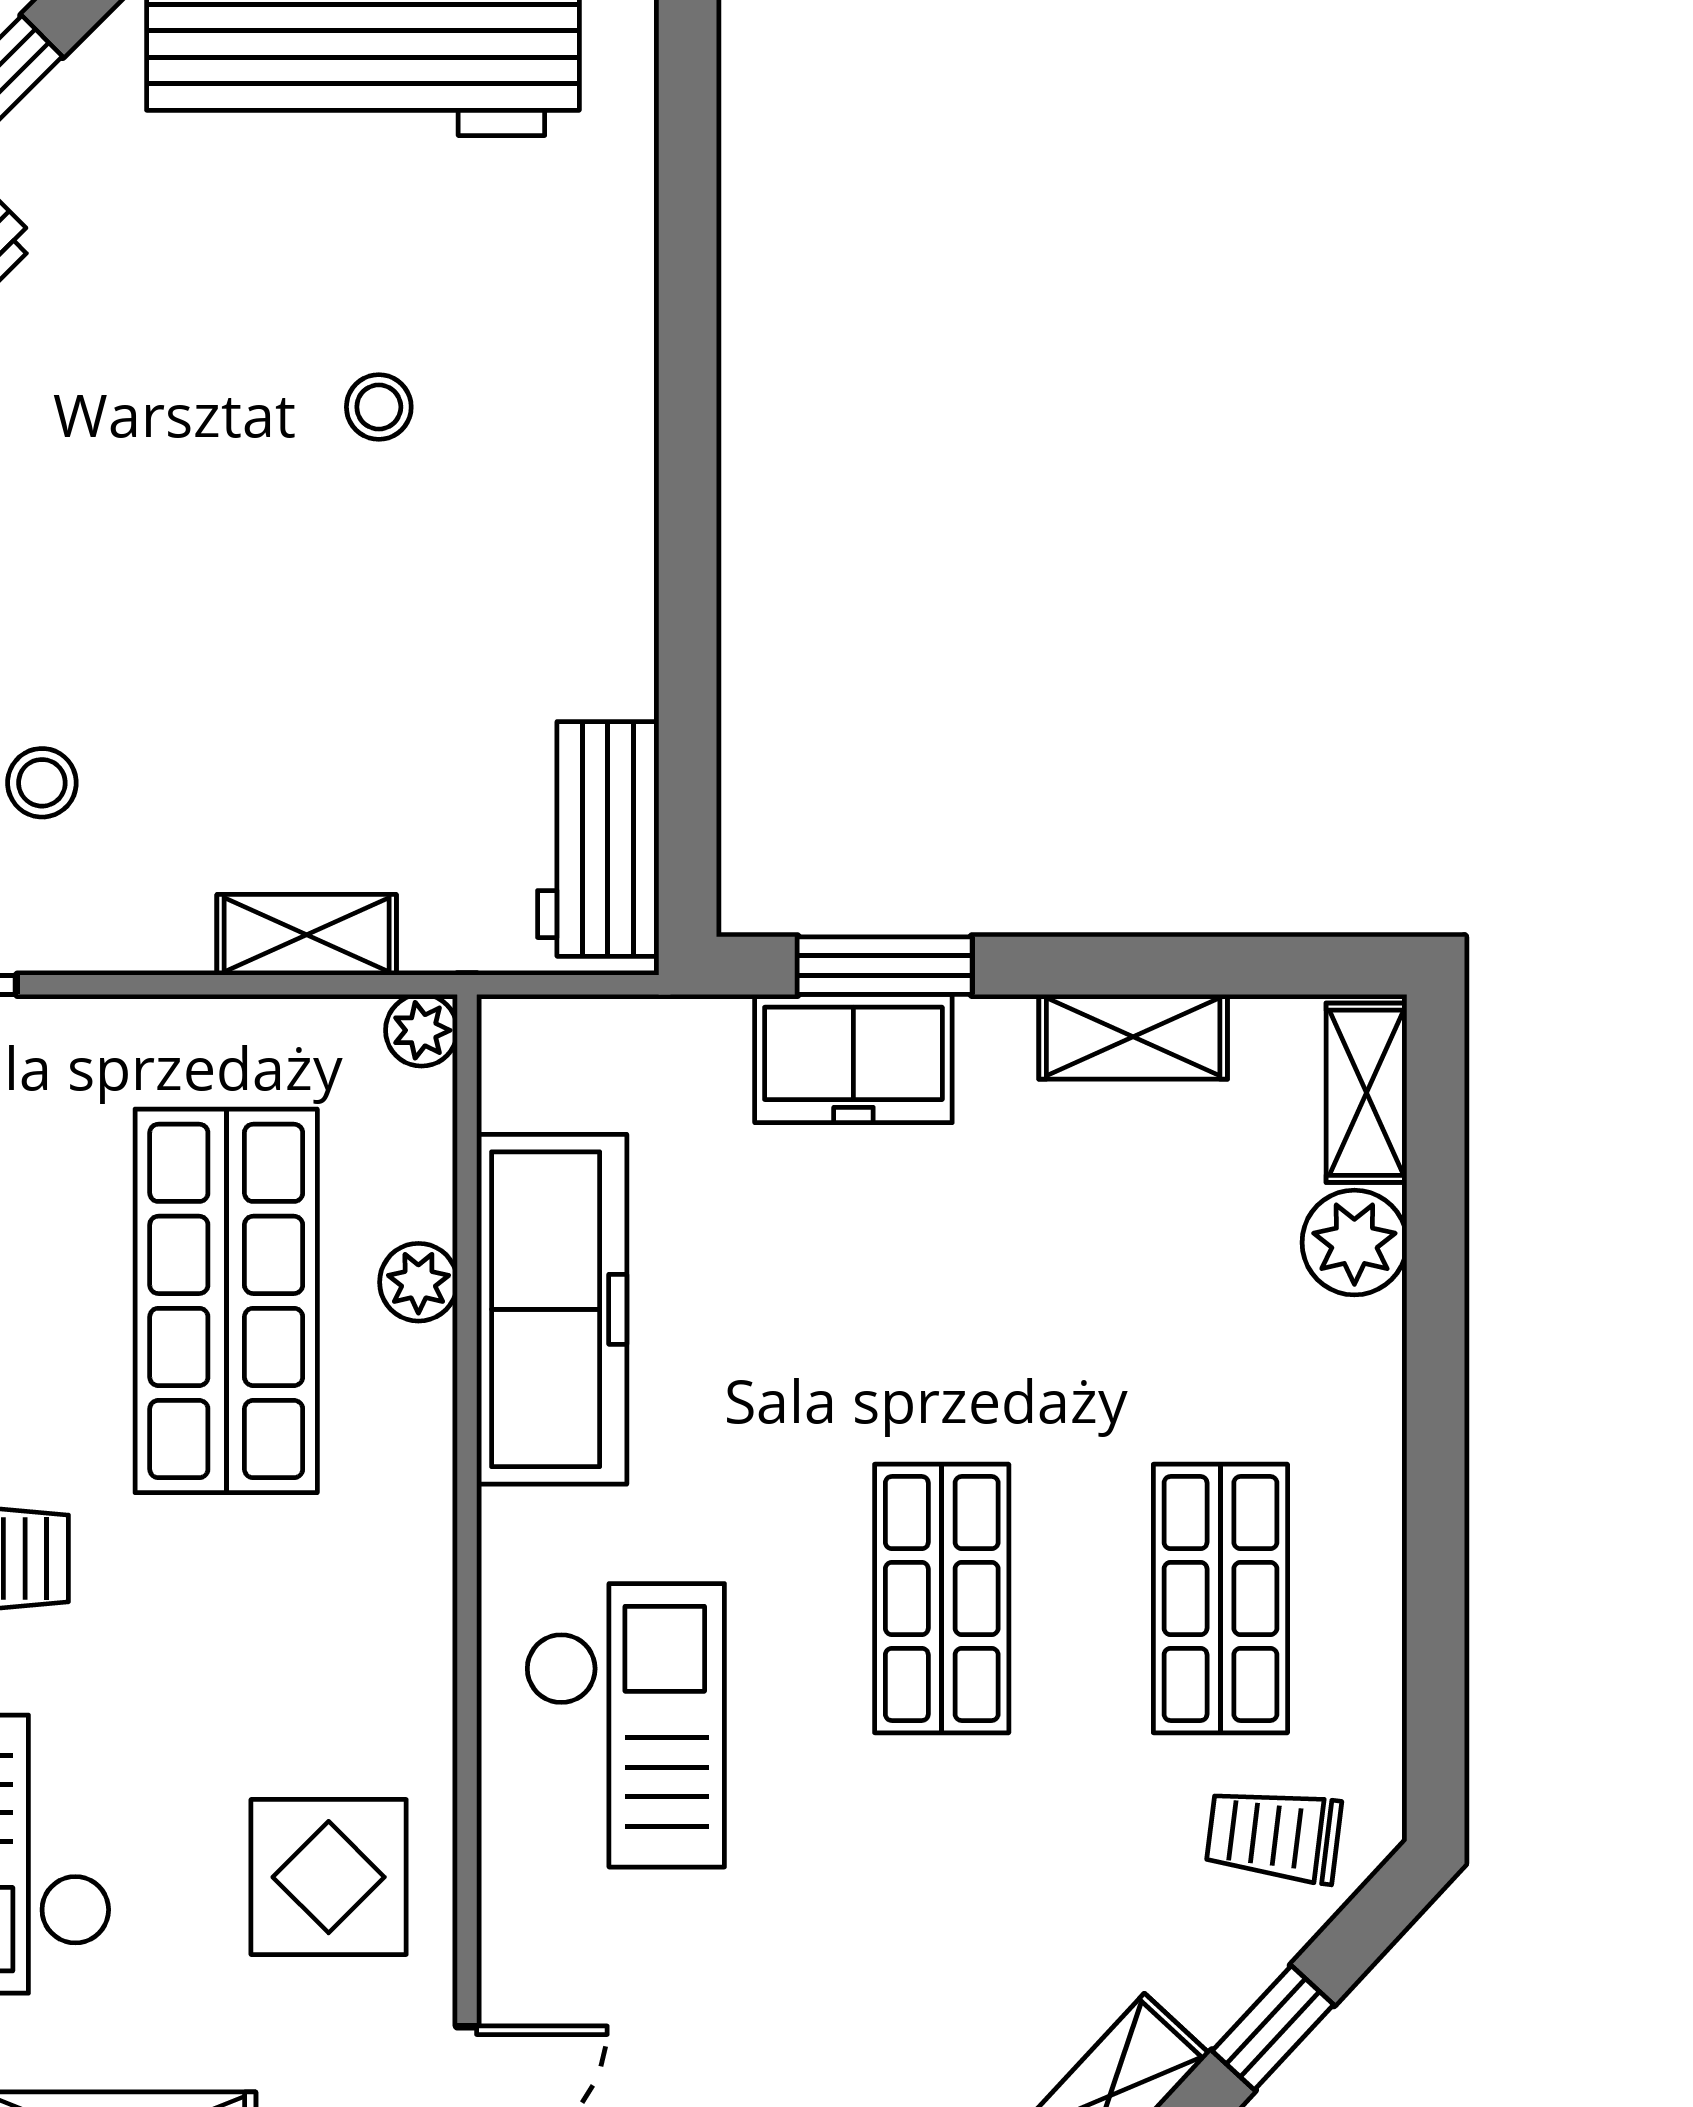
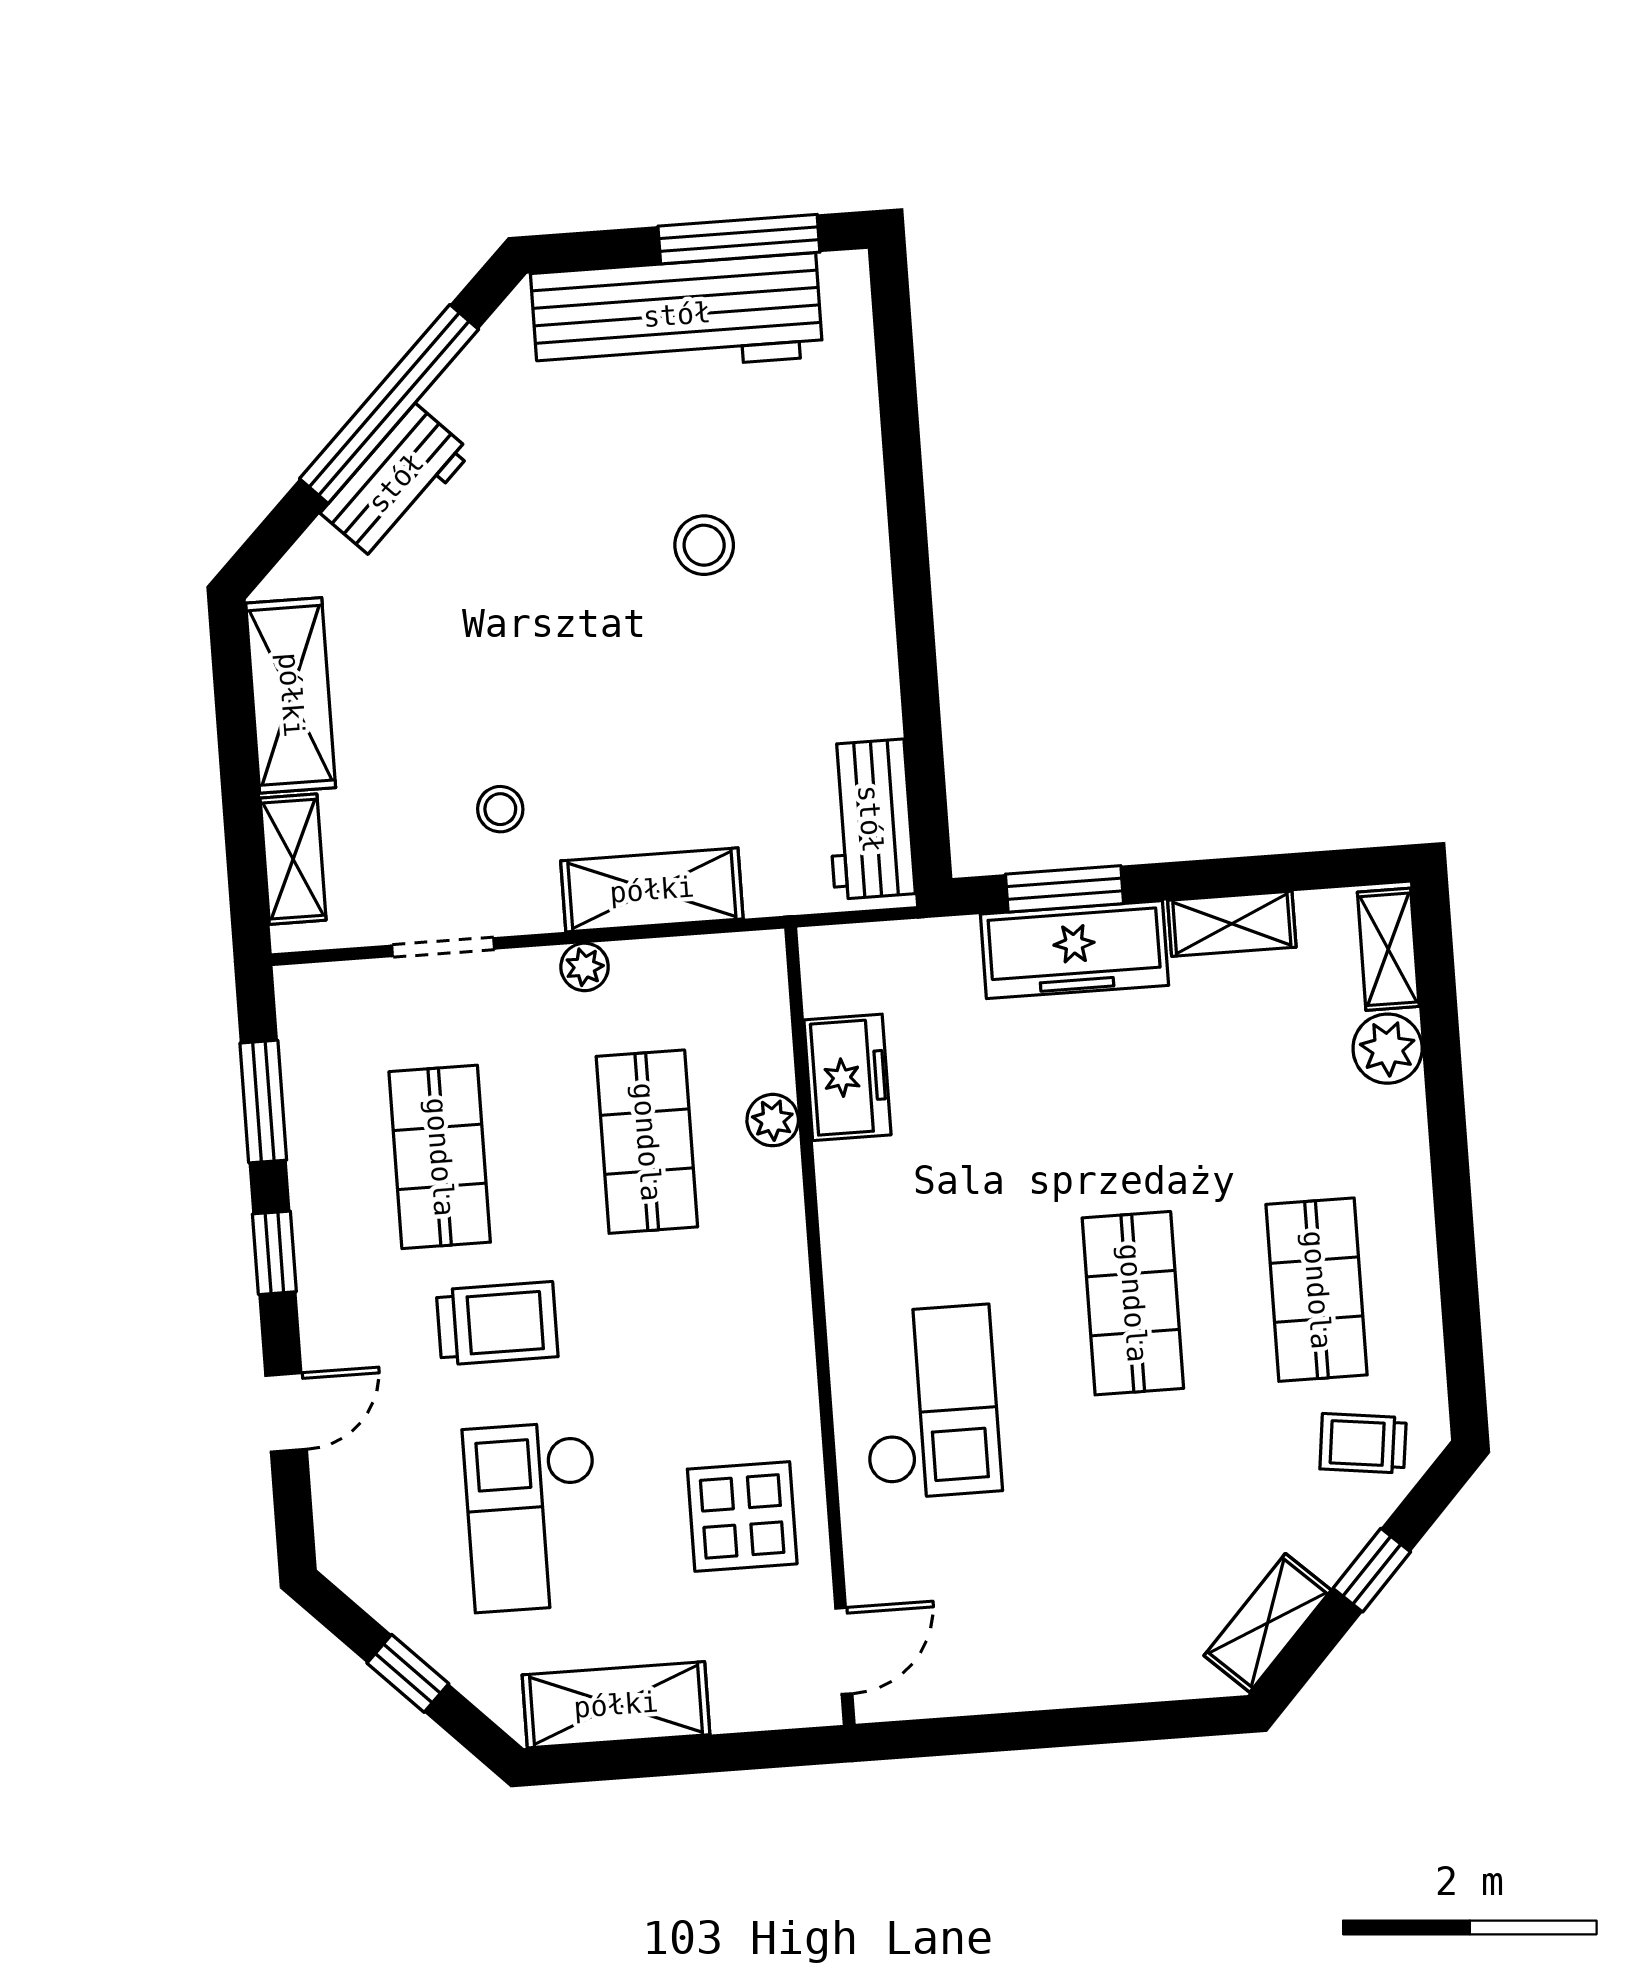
stool: (379, 407) -> (704, 545), width x1.37, depth x1.37
shelving: (307, 935) -> (652, 890), width x1.50, depth x1.33
plant: (421, 1030) -> (585, 967), moved
freezer: (853, 1059) -> (1074, 950), width x1.40
shop shelf: (226, 1301) -> (647, 1142), width x0.70, depth x0.74
freezer: (552, 1309) -> (847, 1077), width x0.52, depth x0.79

